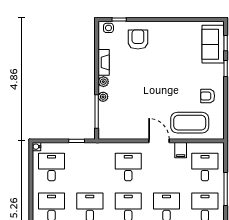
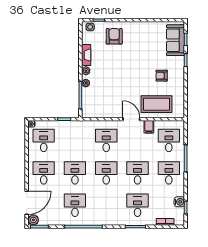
armchair: (208, 96) -> (162, 76), moved

